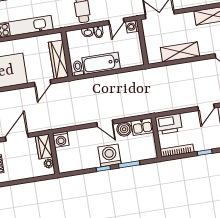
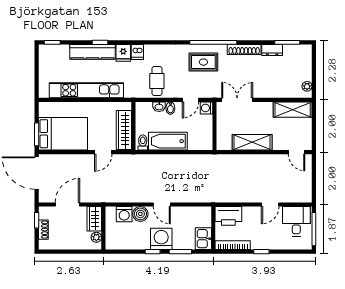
kitchen sink: (142, 127) -> (203, 239), moved, turned 90
boiler: (124, 129) -> (140, 214), moved
washing machine: (61, 139) -> (124, 214), moved

